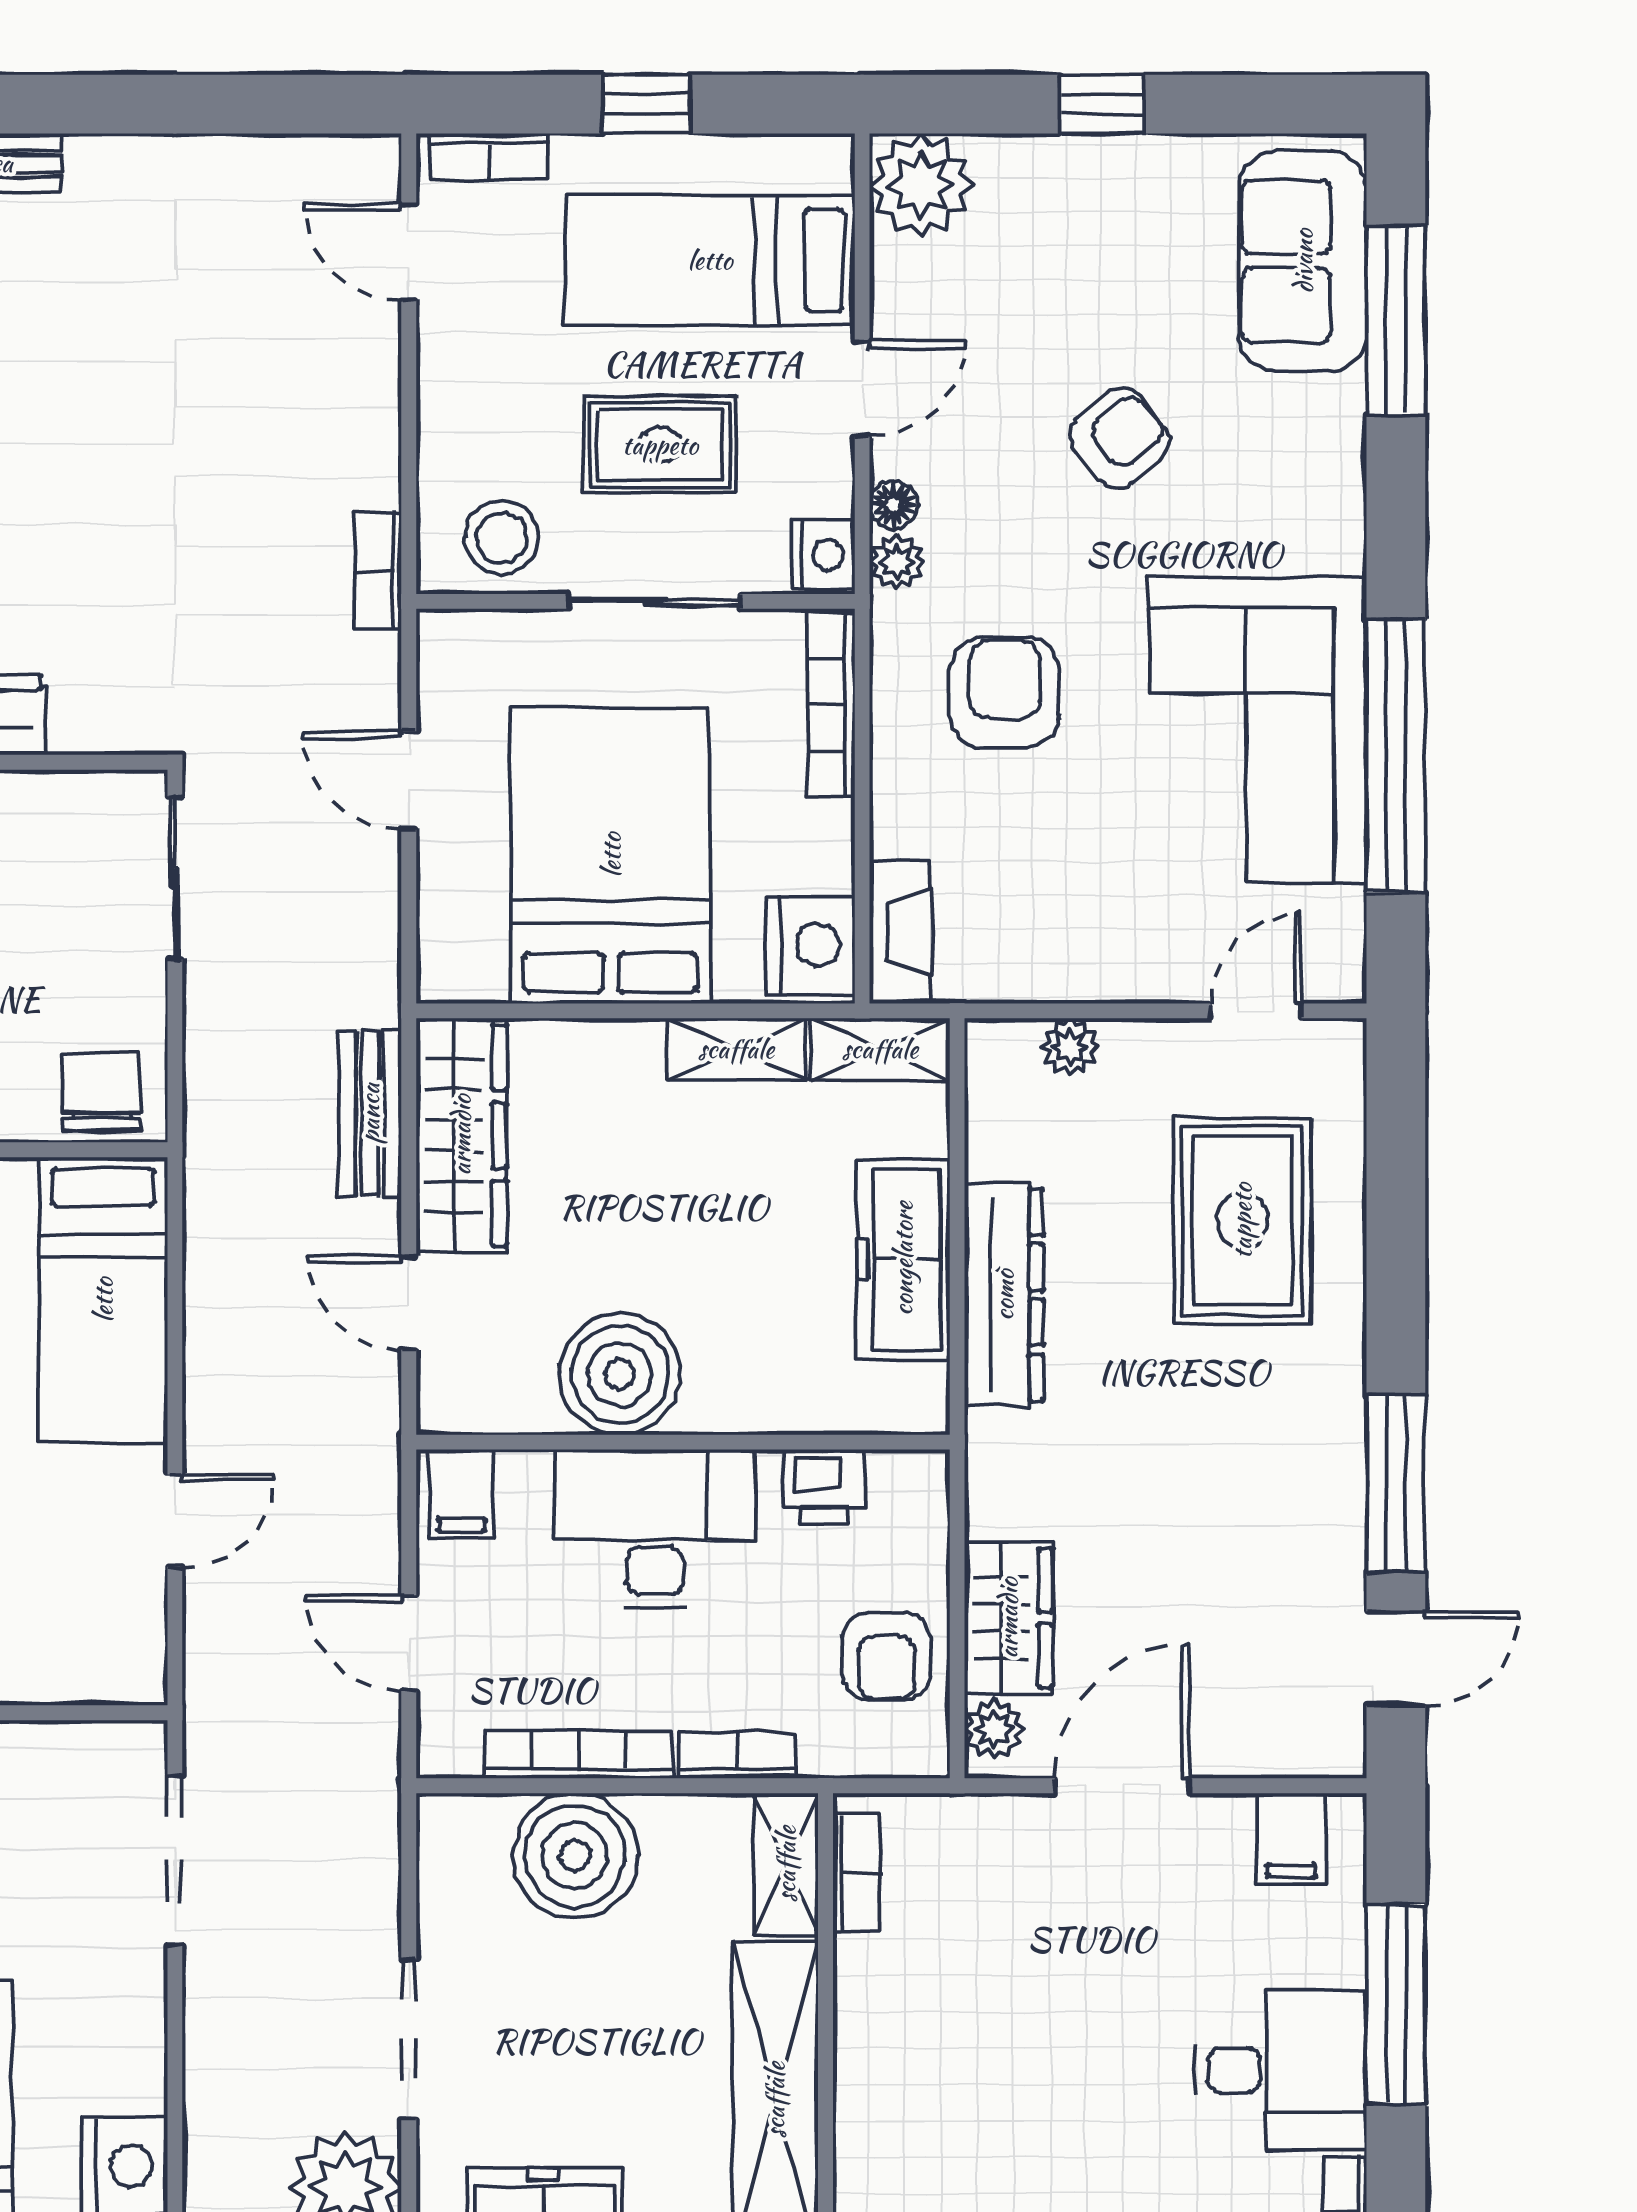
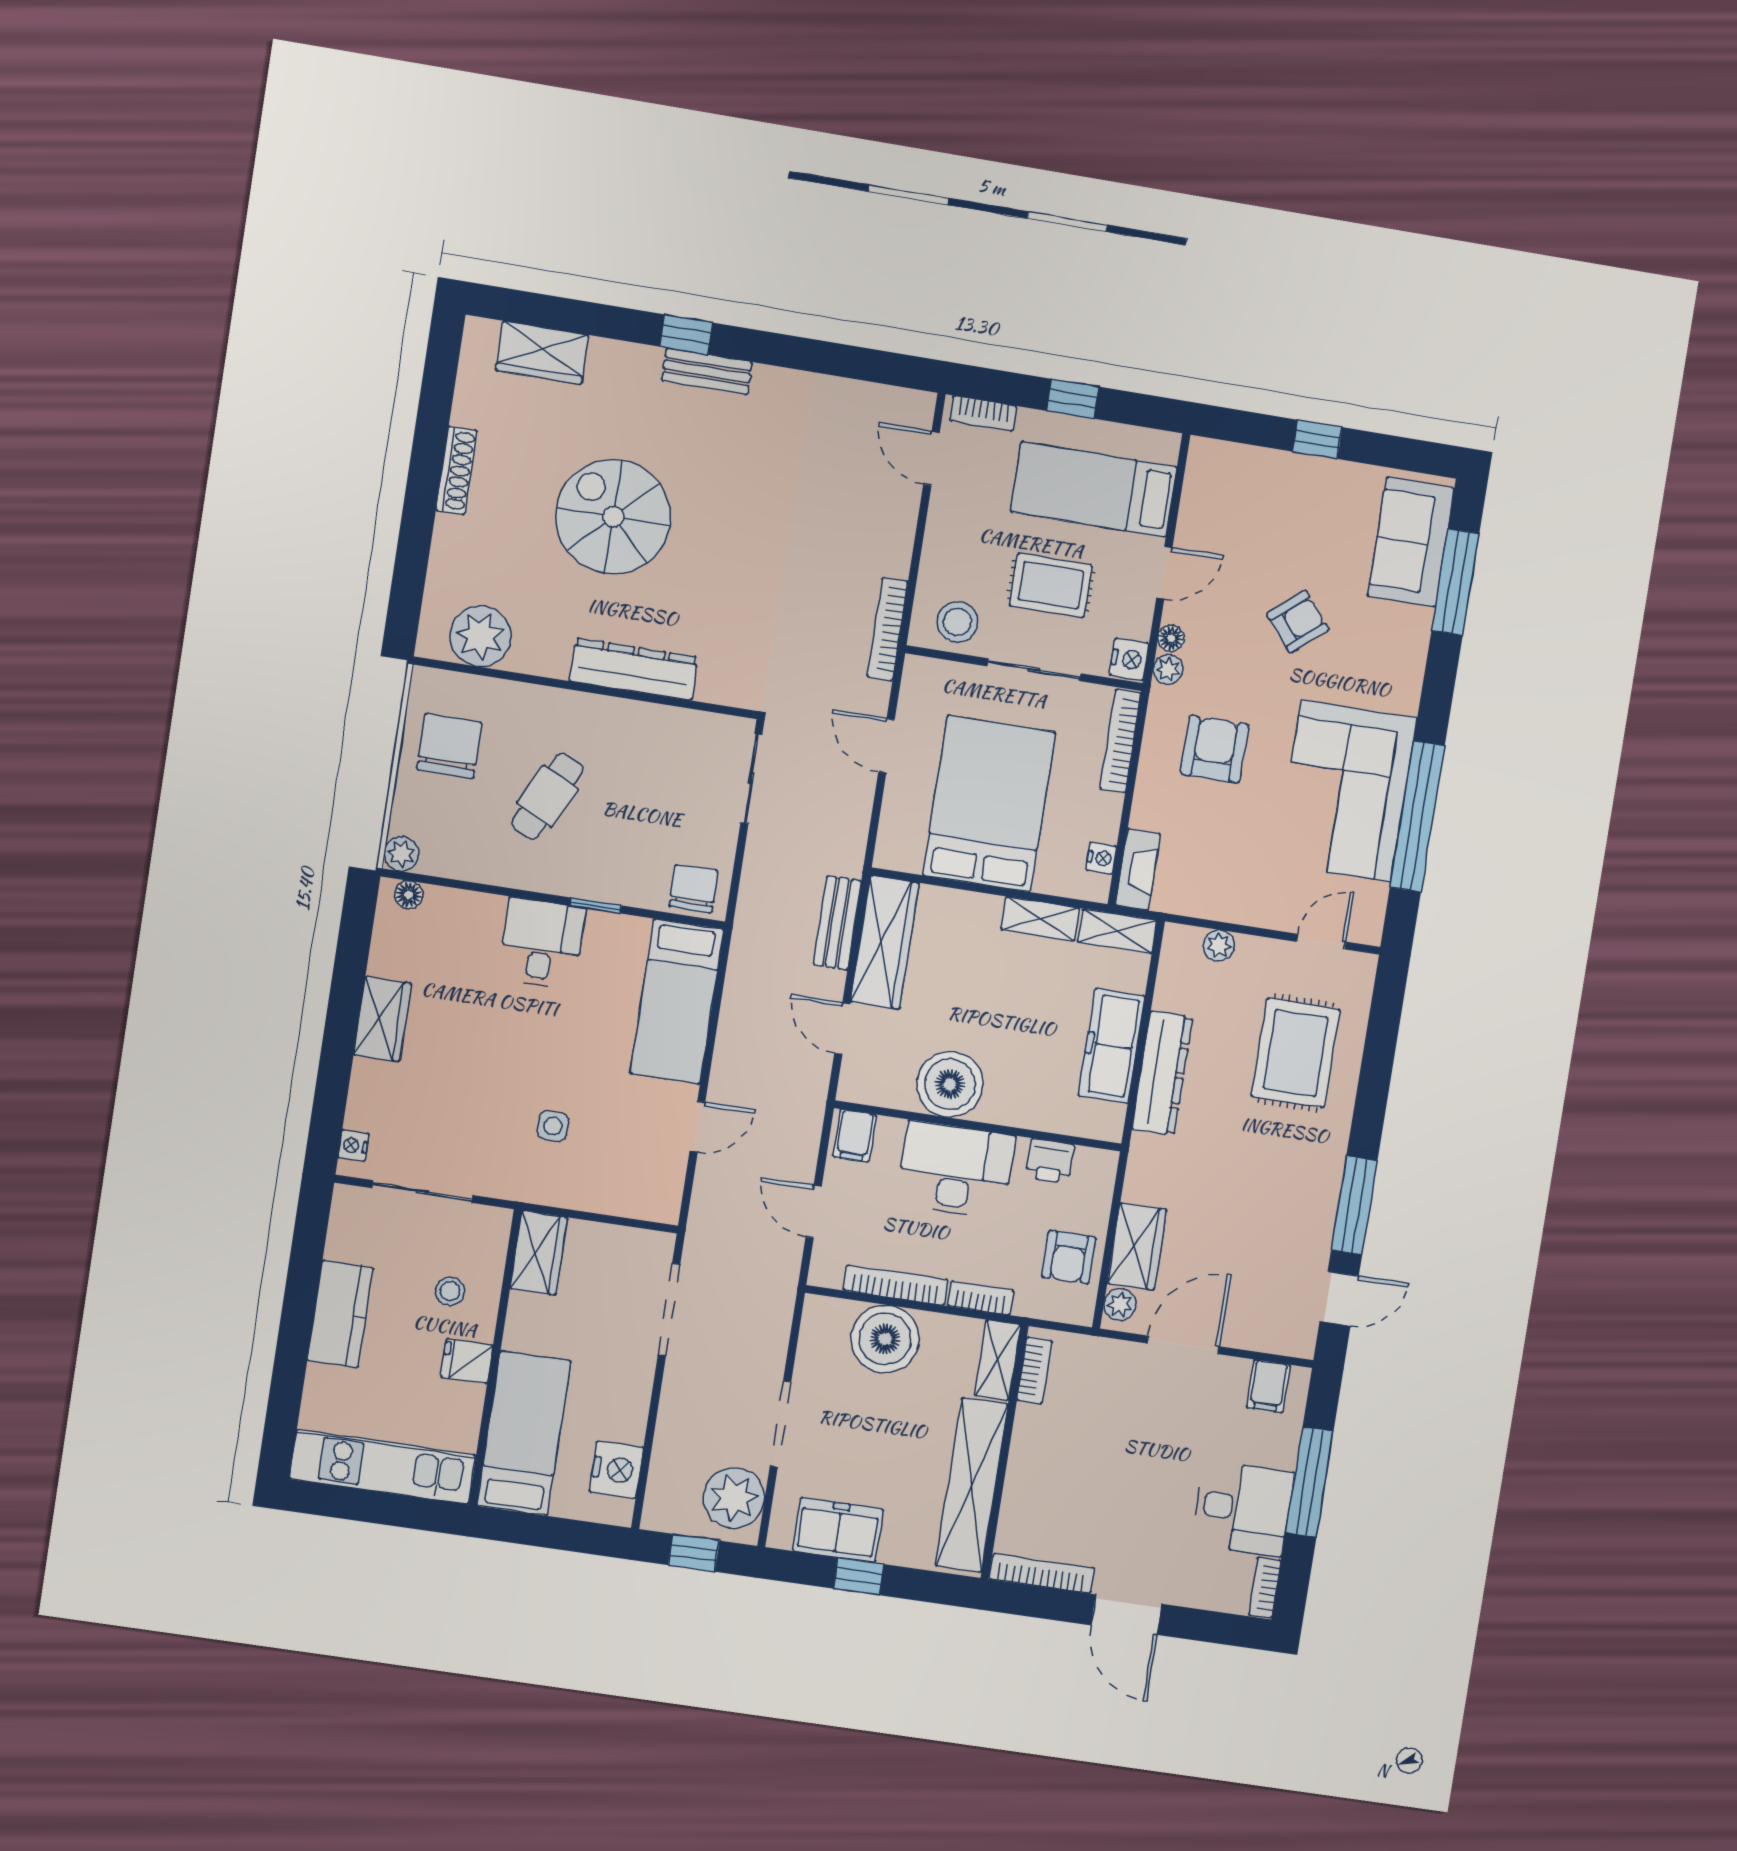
plant: (921, 185) -> (1214, 467), removed
bookcase: (378, 570) -> (888, 629), width x1.56
nightstand: (810, 945) -> (1101, 858), width x0.53, depth x0.56

